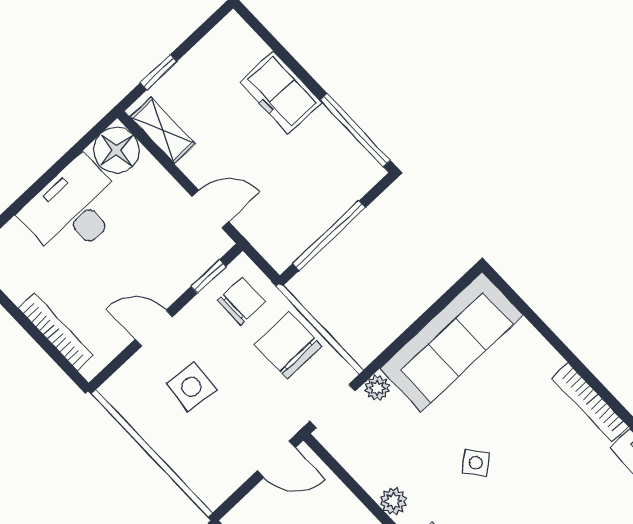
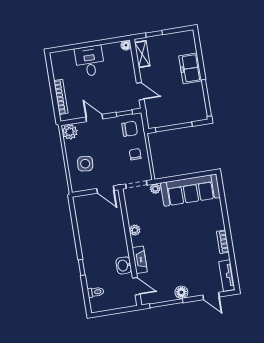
floor lamp: (116, 150) -> (126, 45), width x0.53, depth x0.53
desk: (74, 209) -> (90, 61), width x0.73
chair: (288, 345) -> (135, 154), width x0.54, depth x0.54
side table: (191, 387) -> (85, 164), moved
plant: (123, 391) -> (70, 132), added
bookcase: (590, 402) -> (223, 242), width x0.64
side table: (476, 463) -> (171, 236), removed

